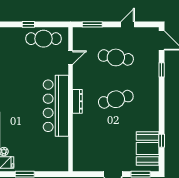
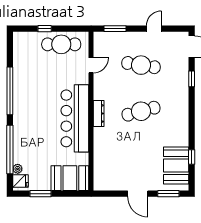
booth: (51, 160) -> (70, 178), added

